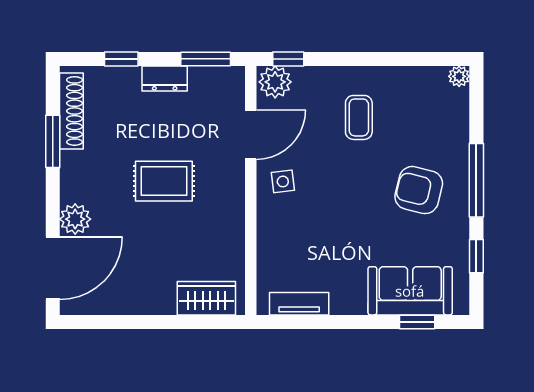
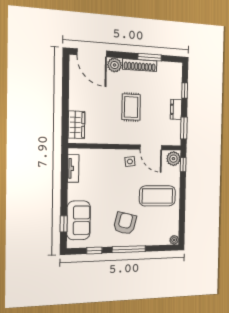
shoe rack: (71, 111) -> (140, 65), moved
coffee table: (359, 117) -> (157, 196), width x1.86, depth x1.72

